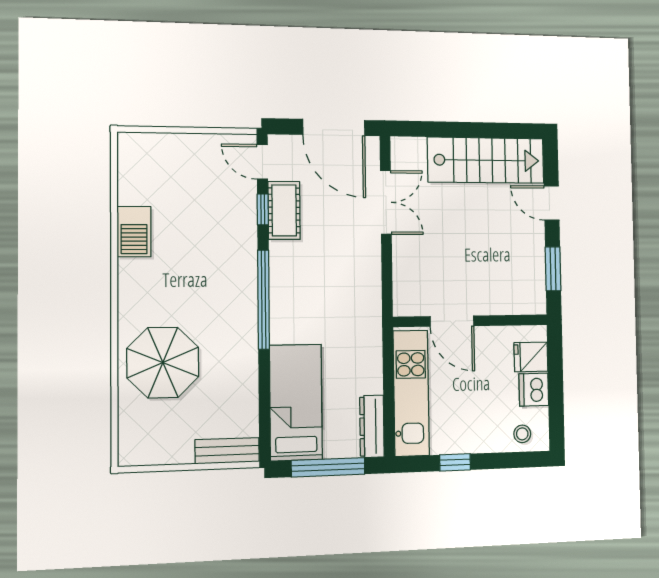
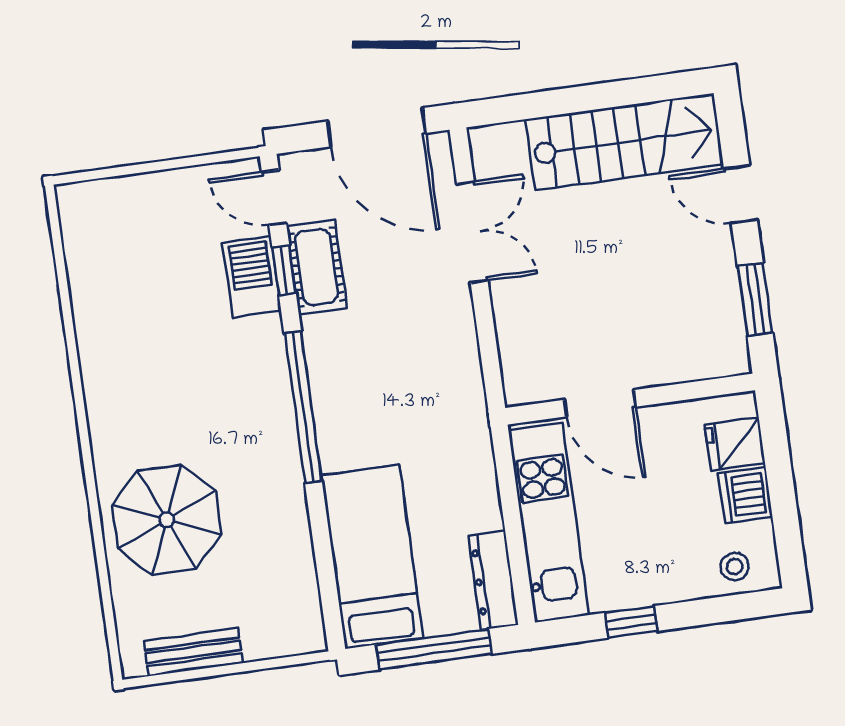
barbecue: (134, 232) -> (252, 277), moved, turned 180
bench: (227, 451) -> (193, 652), moved

